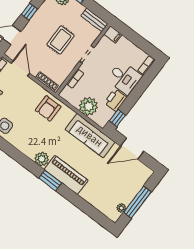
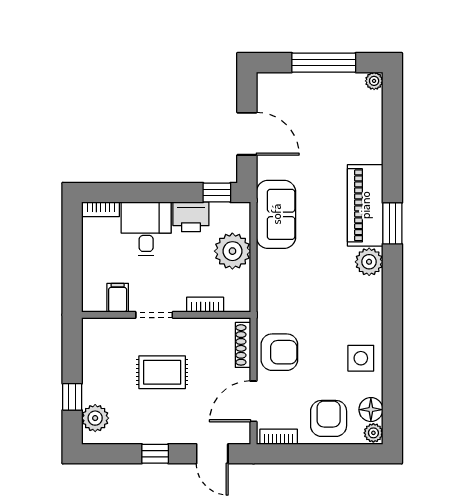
bench: (94, 20) -> (91, 344), removed
filing cabinet: (113, 34) -> (118, 298), moved
armchair: (48, 108) -> (279, 352), moved
sofa: (90, 136) -> (276, 214), width x0.73
plant: (121, 208) -> (374, 81), moved

